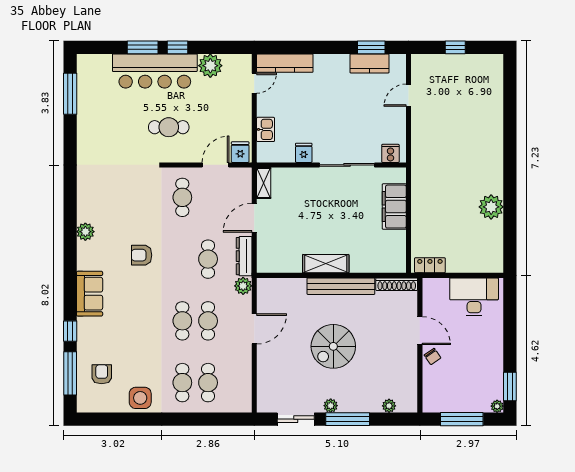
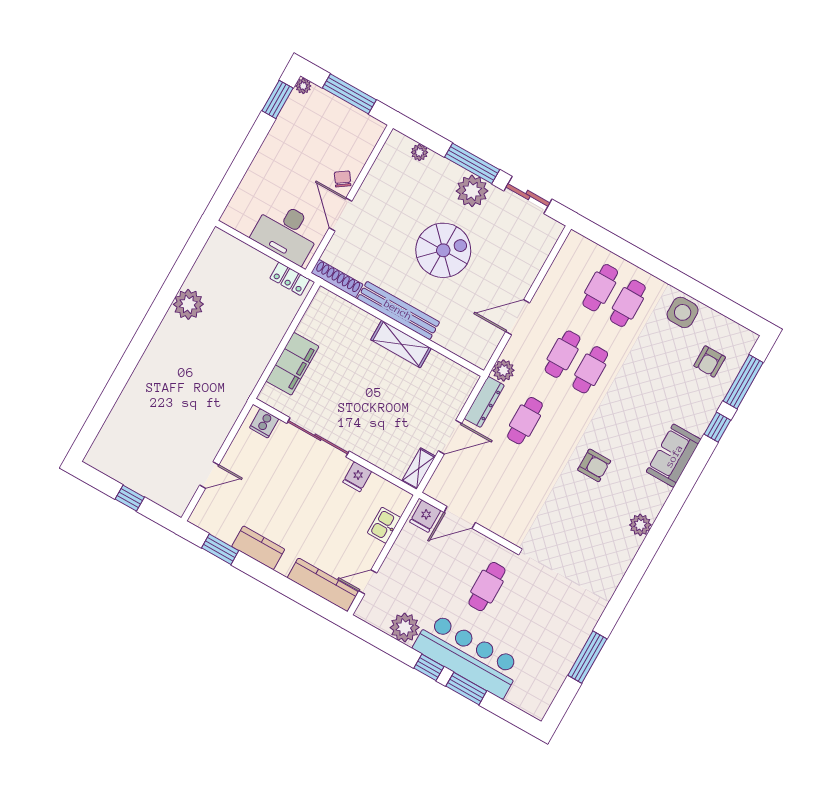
kitchen counter: (369, 63) -> (258, 548), moved
window: (70, 94) -> (587, 657), moved
cafe table: (169, 127) -> (487, 587), turned 90
cafe table: (182, 197) -> (515, 503), removed
desk: (474, 297) -> (287, 232), moved
plant: (331, 406) -> (472, 191), width x1.88, depth x1.88

